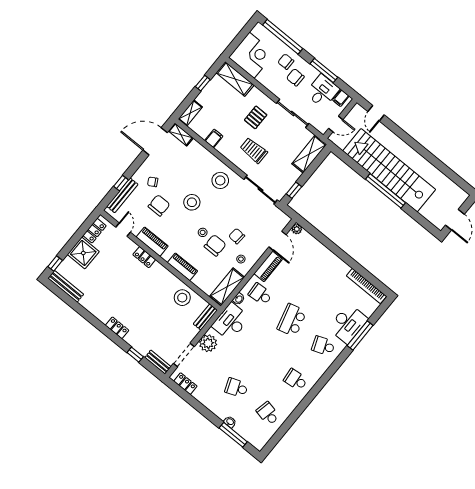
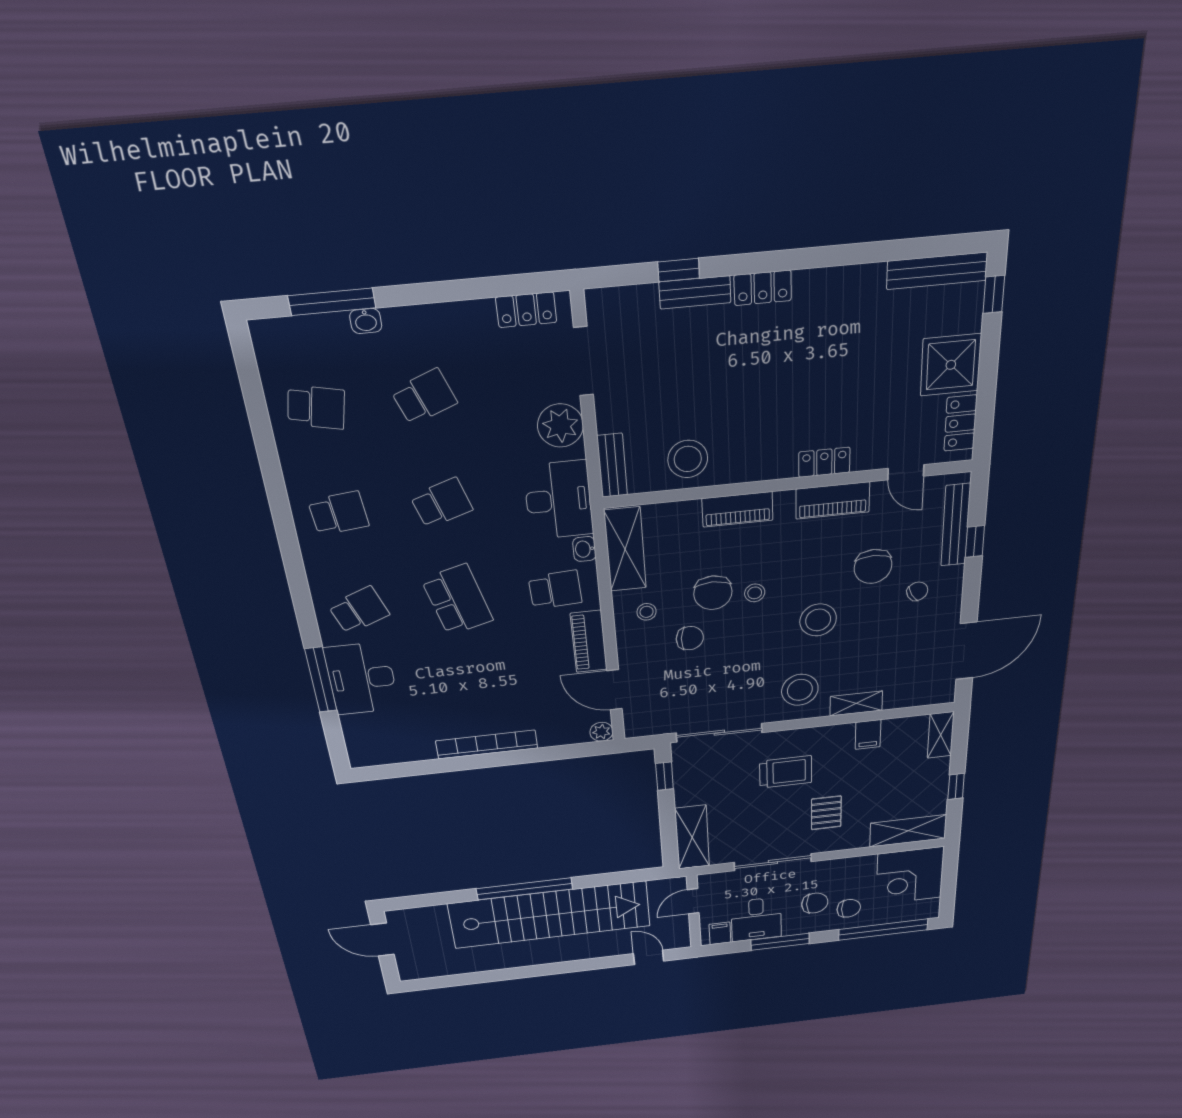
shelving: (181, 134) -> (856, 703), moved
bookcase: (366, 286) -> (487, 745), moved
school desk: (264, 354) -> (442, 503), added
bench: (158, 362) -> (695, 292), moved

